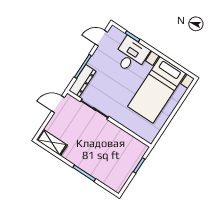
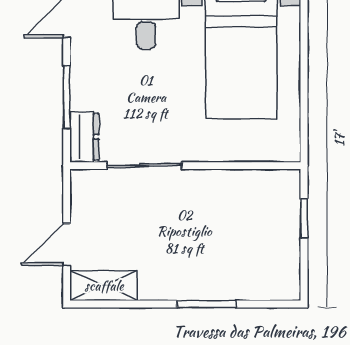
dresser: (82, 81) -> (84, 137), width x0.70
door: (58, 104) -> (67, 245), moved

